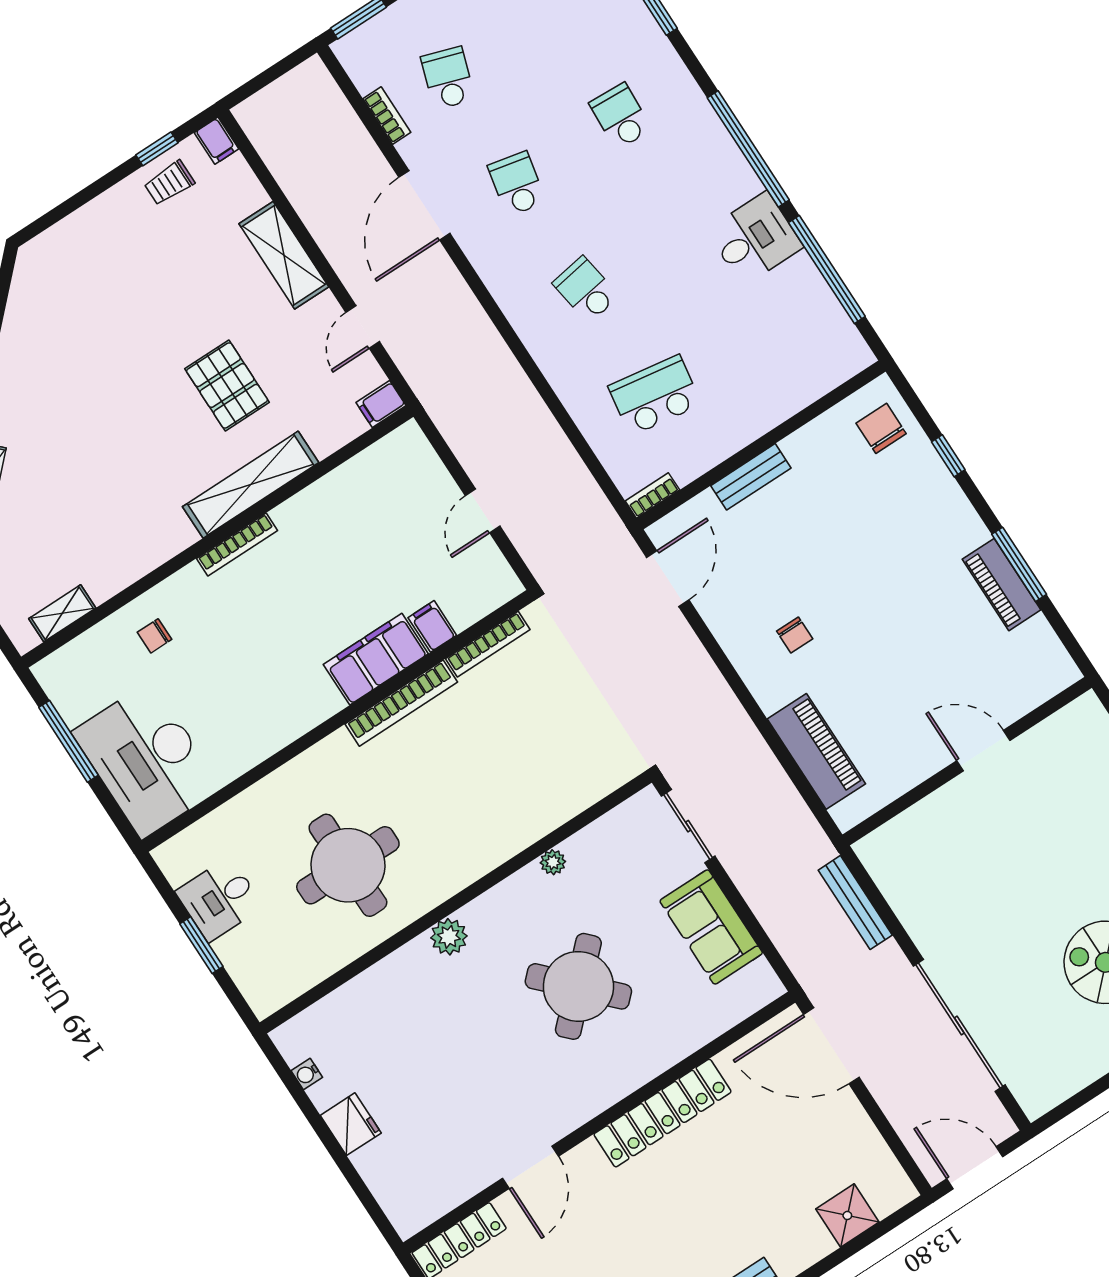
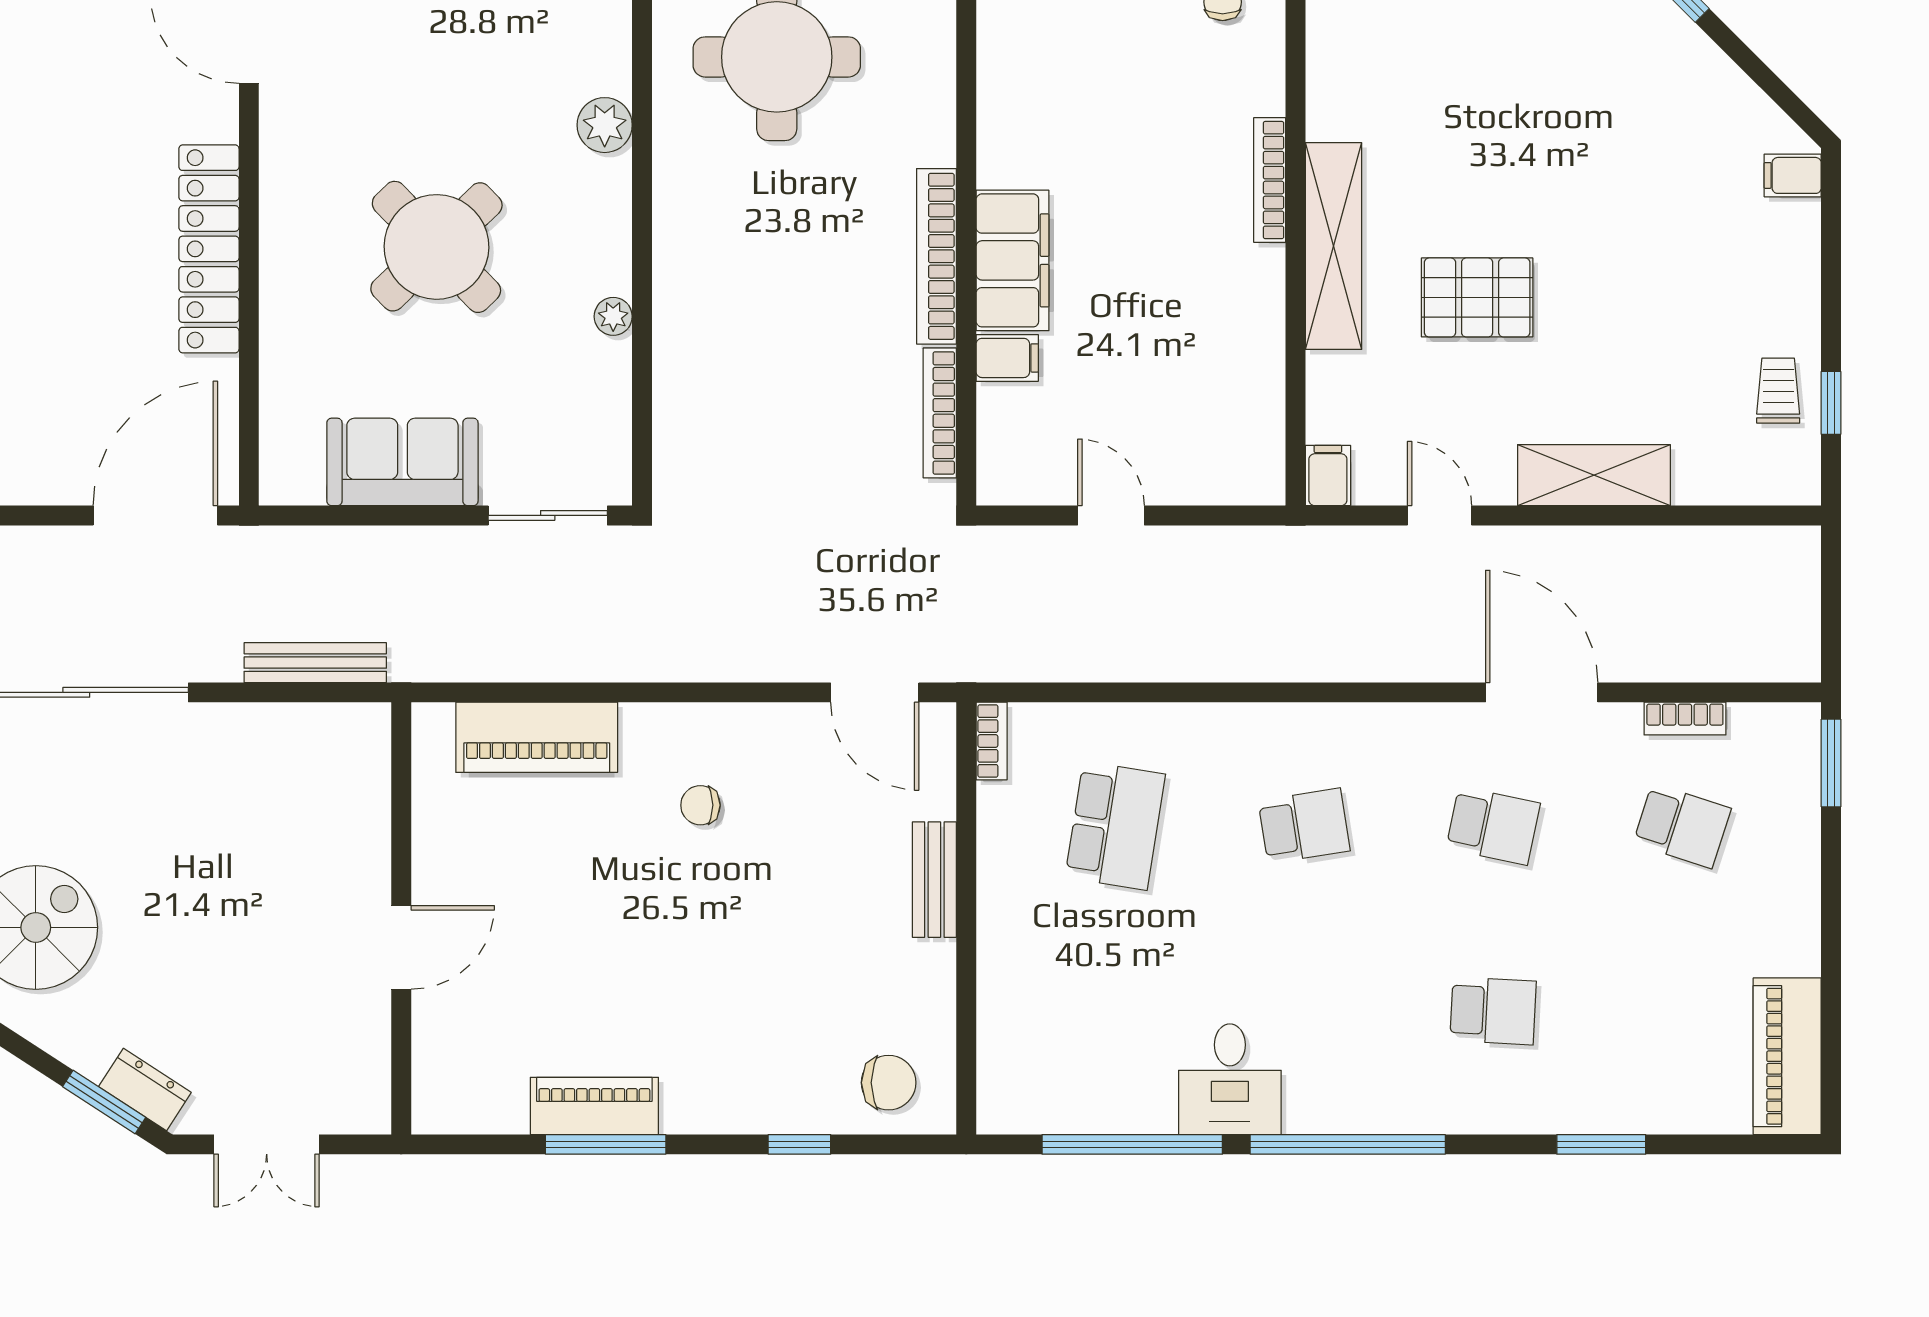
filing cabinet: (216, 141) -> (1793, 175), moved

